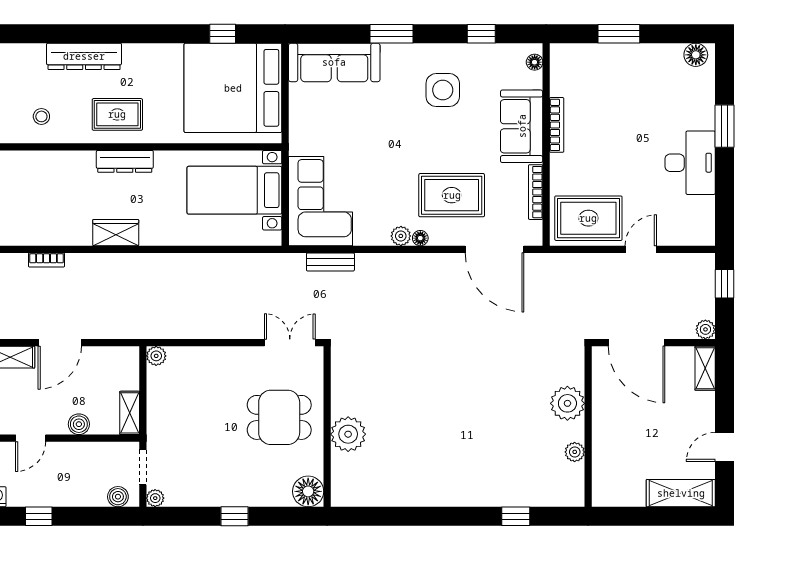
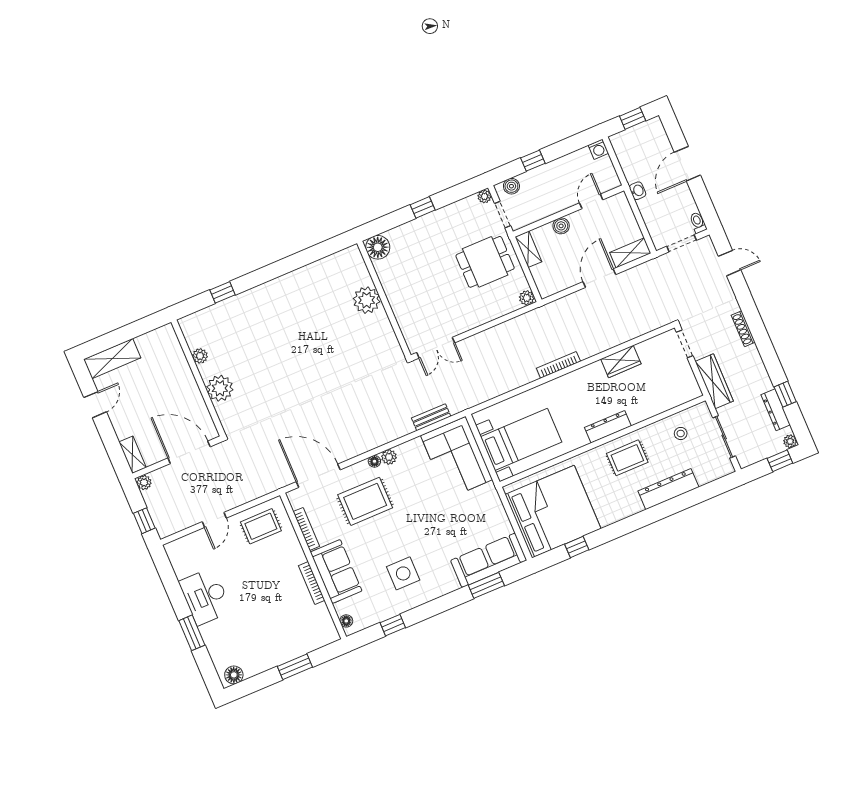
window: (391, 34) -> (486, 585), moved
rug: (588, 218) -> (261, 526), width x0.73, depth x0.70
wardrobe: (116, 233) -> (621, 361), moved
bookcase: (47, 260) -> (558, 365), moved, width x1.56
dining table: (279, 417) -> (485, 262), moved
window: (39, 516) -> (533, 161), moved

